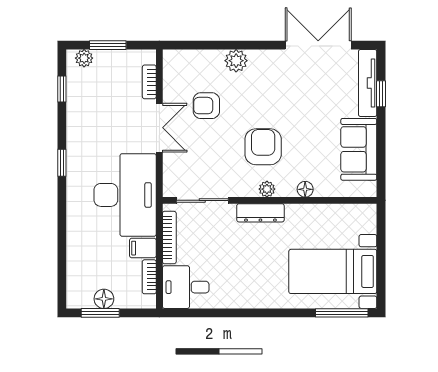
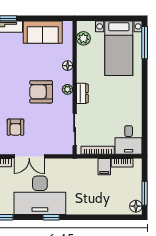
double door: (159, 128) -> (29, 156), swing flipped
desk: (125, 195) -> (40, 195), moved, turned 180
dresser: (260, 213) -> (82, 93), width x0.70
plant: (349, 215) -> (83, 38), added
floor lamp: (104, 299) -> (136, 206), moved

